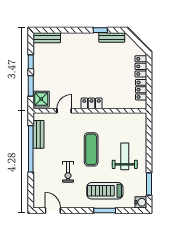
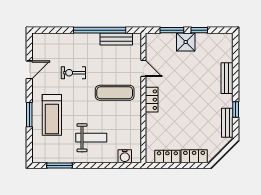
bench: (47, 38) -> (227, 78), moved
shower: (41, 99) -> (186, 42), moved
exercise mat: (91, 149) -> (115, 93), moved
treadmill: (105, 191) -> (52, 115), turned 180
water cooler: (141, 202) -> (125, 156), moved
door: (53, 210) -> (29, 70), moved

